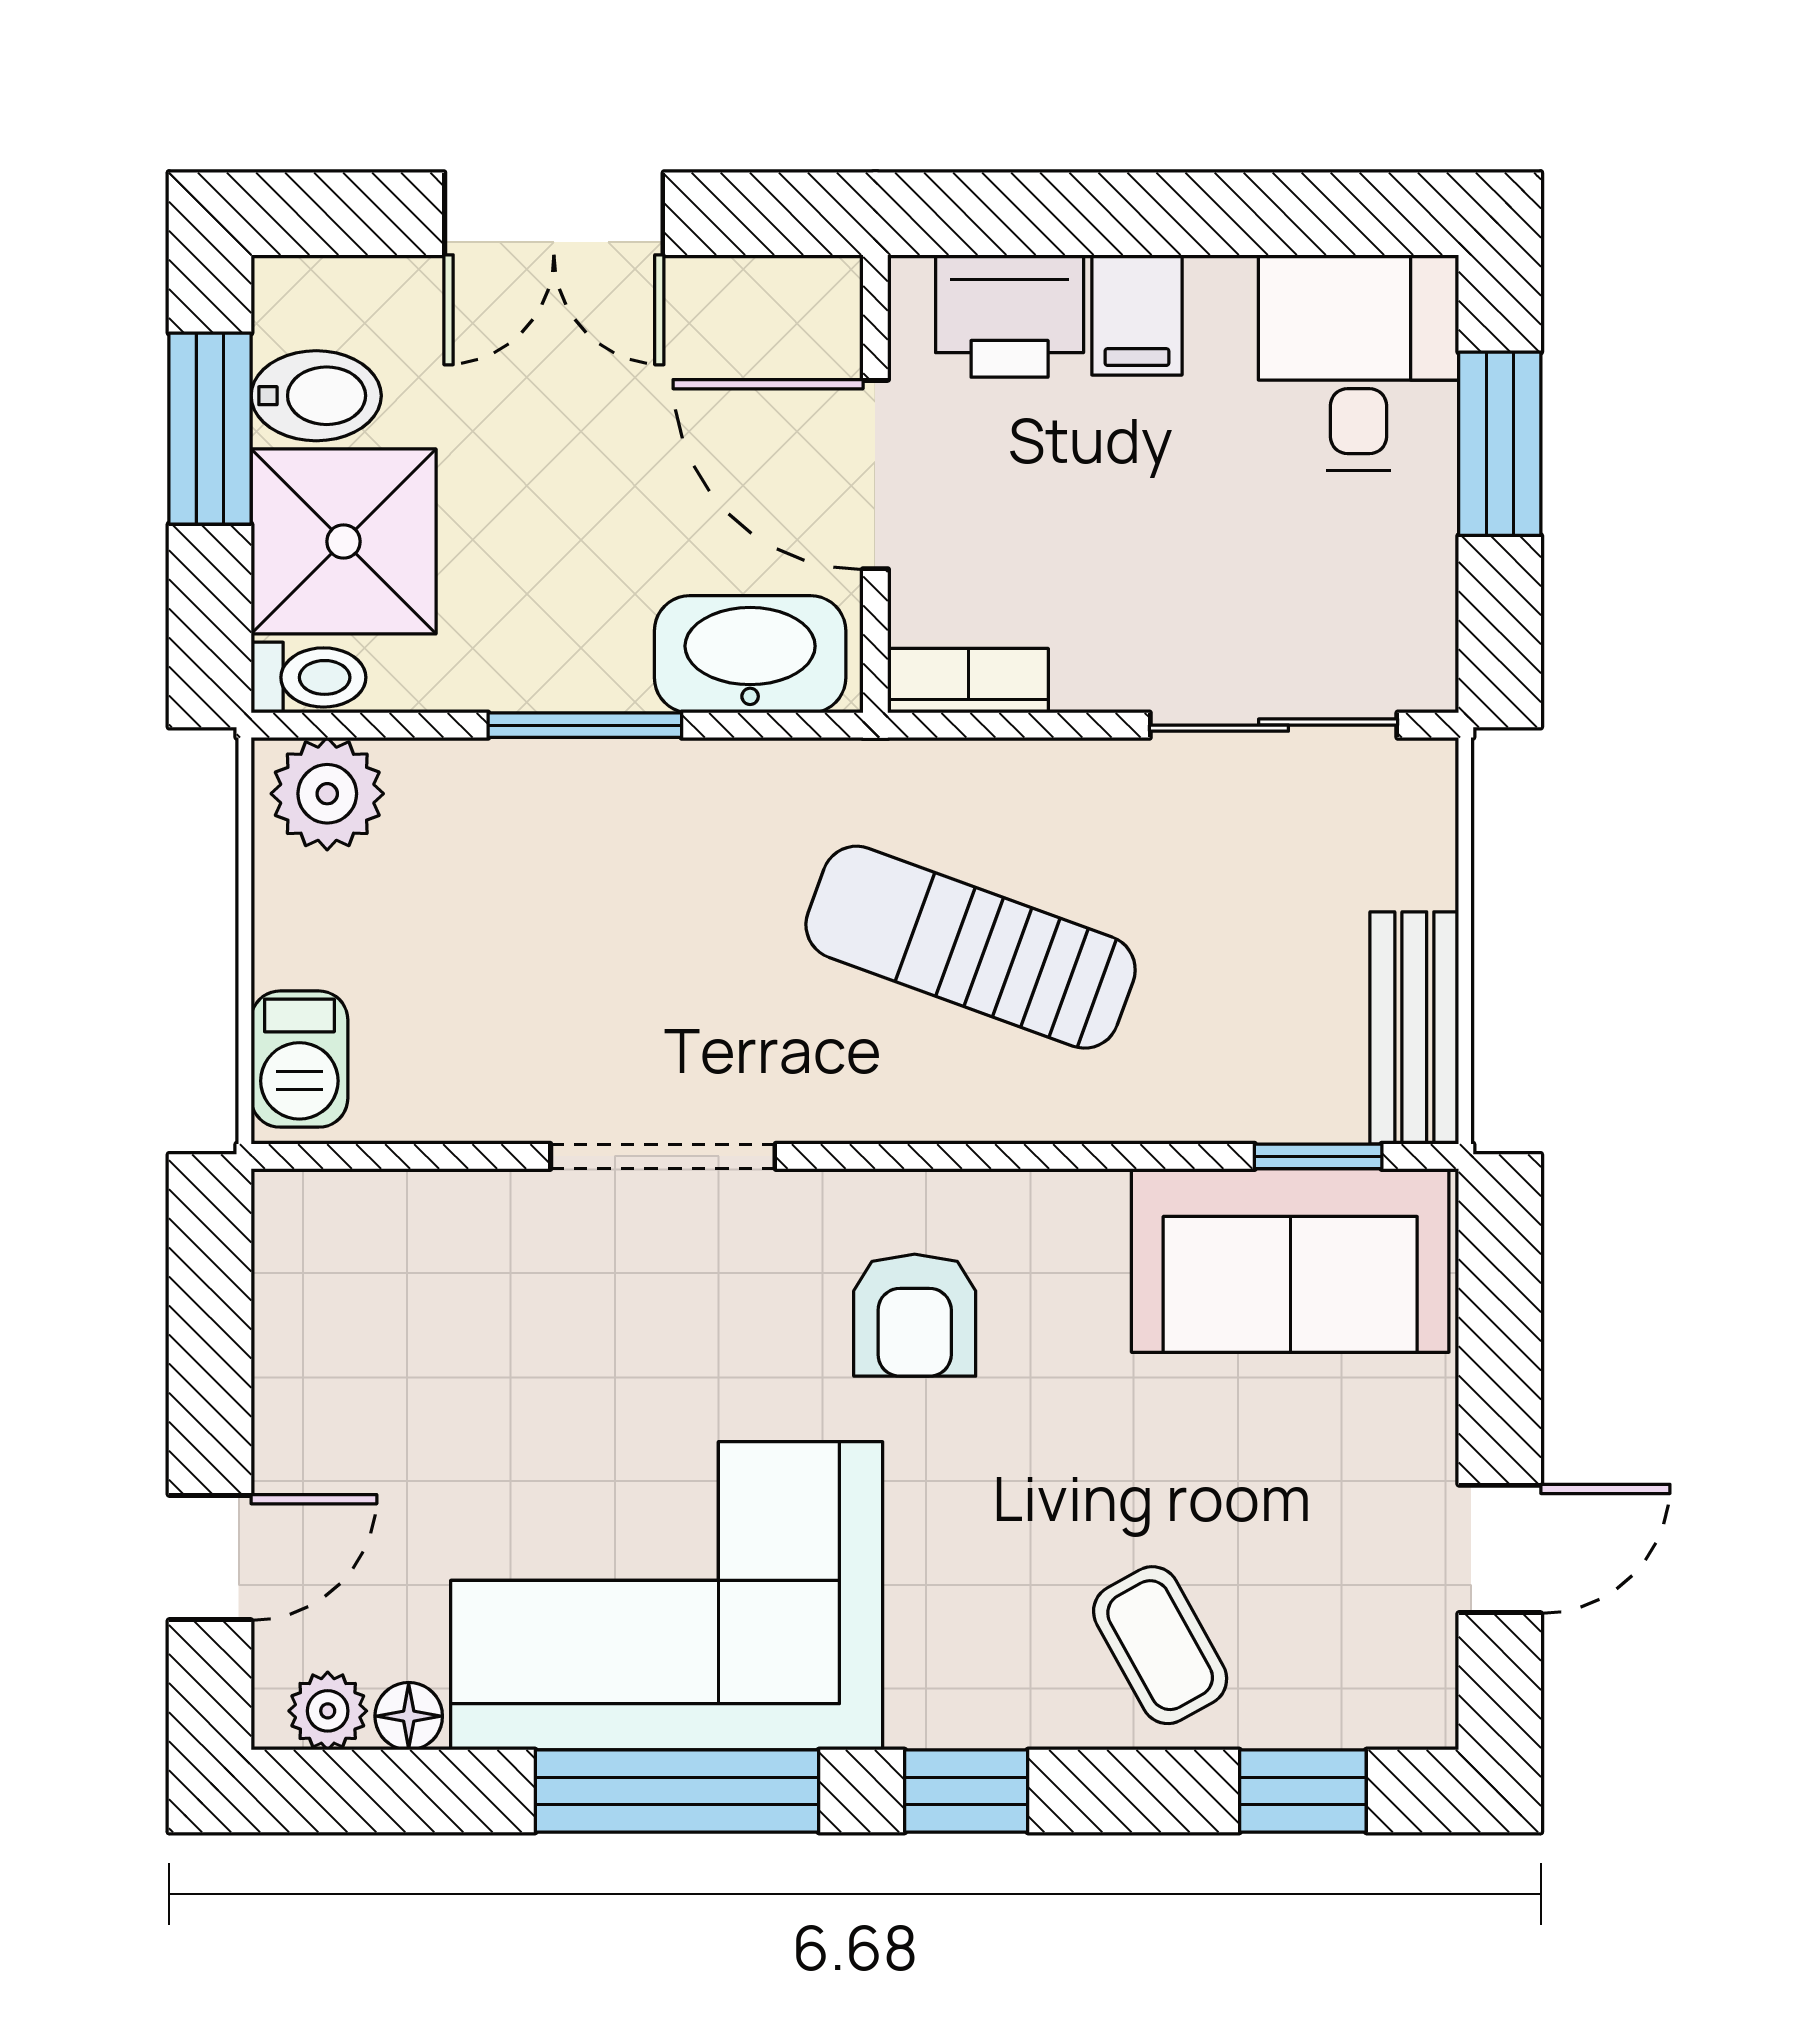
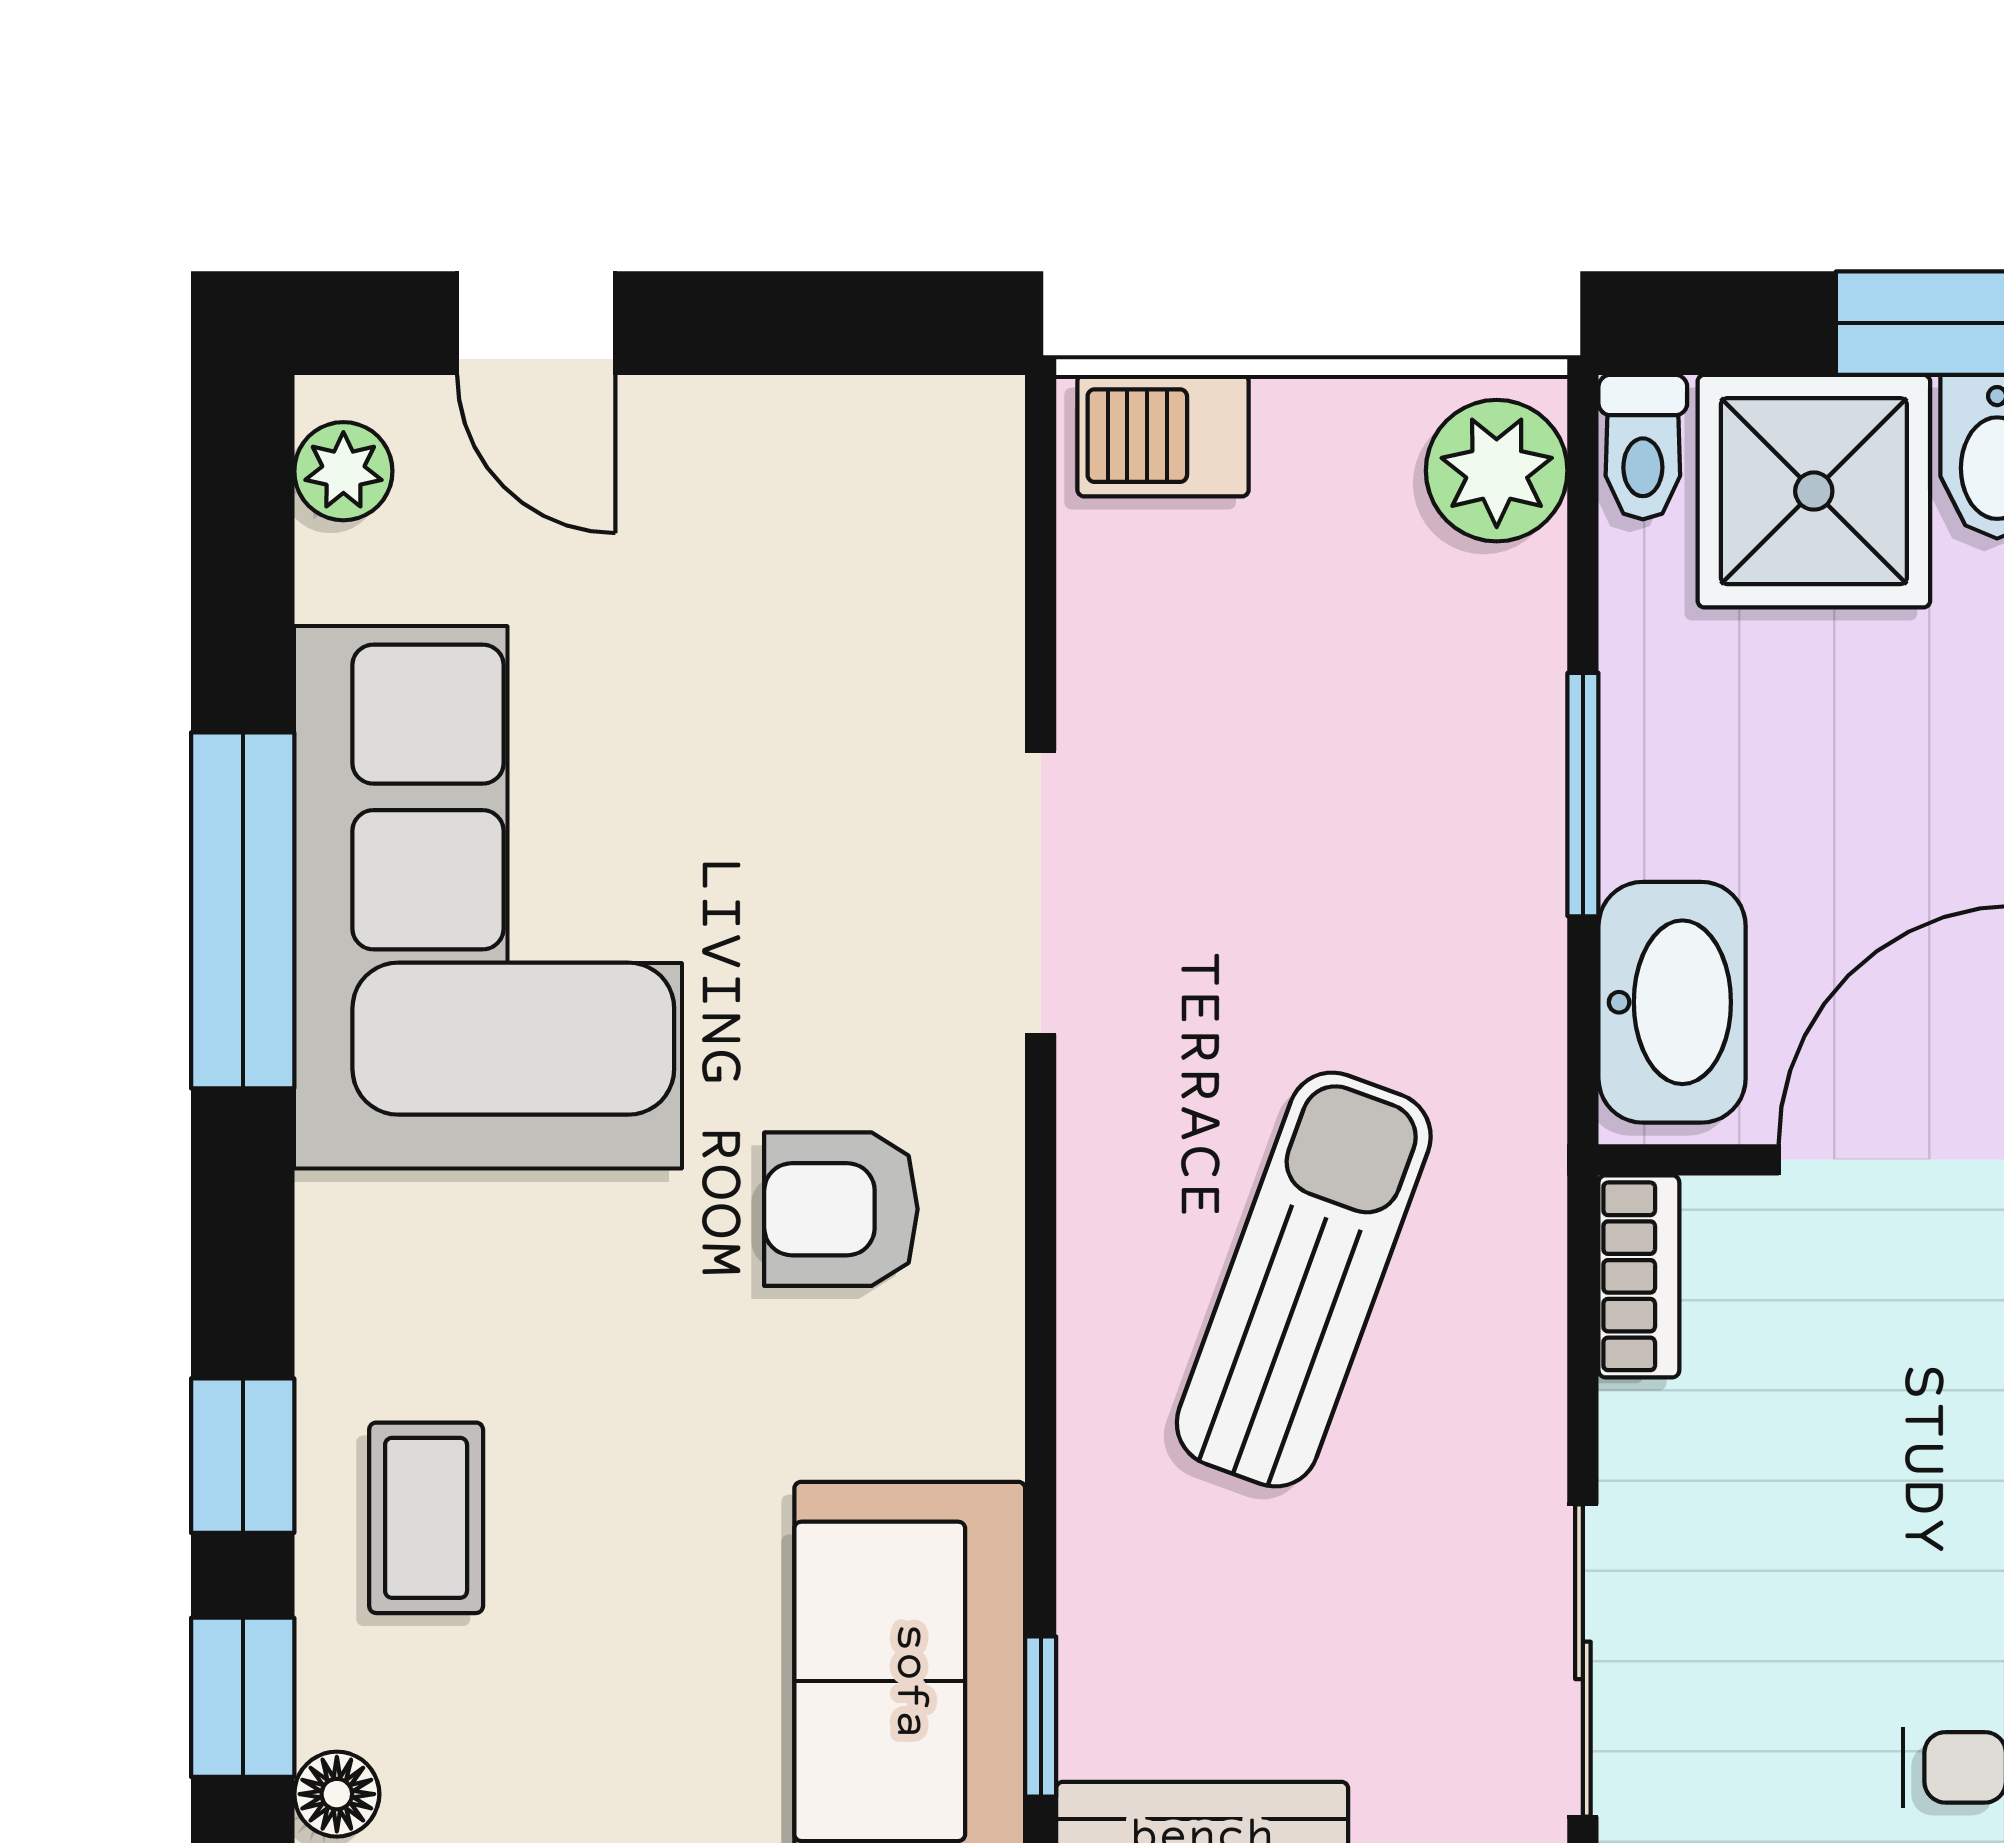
coffee table: (1160, 1645) -> (426, 1518), turned -61
floor lamp: (409, 1716) -> (337, 1794), moved
window: (966, 1791) -> (243, 1456), moved

